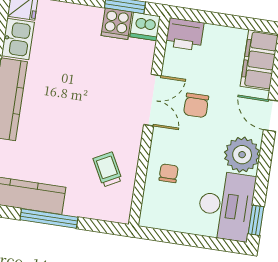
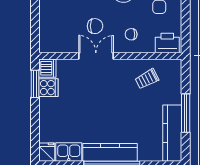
printer: (185, 34) -> (167, 43), moved, turned -90
chair: (169, 173) -> (131, 34), moved

